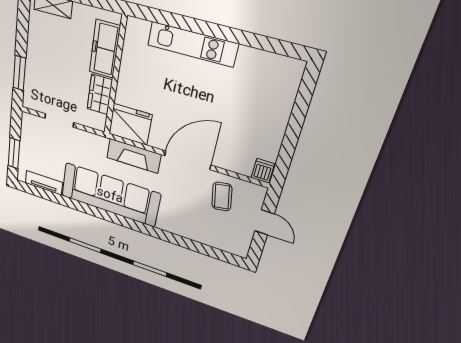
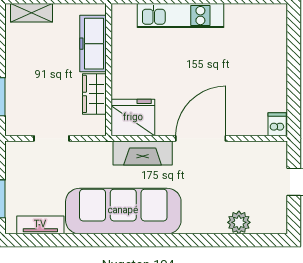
coffee table: (222, 197) -> (245, 168), removed
plant: (206, 236) -> (239, 222), added

